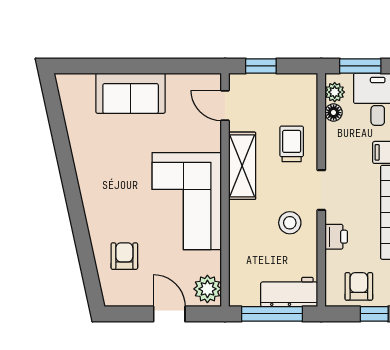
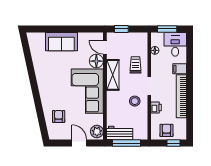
plant: (335, 92) -> (155, 41), removed
floor lamp: (206, 136) -> (96, 61), added
workbench: (289, 292) -> (120, 133), moved

